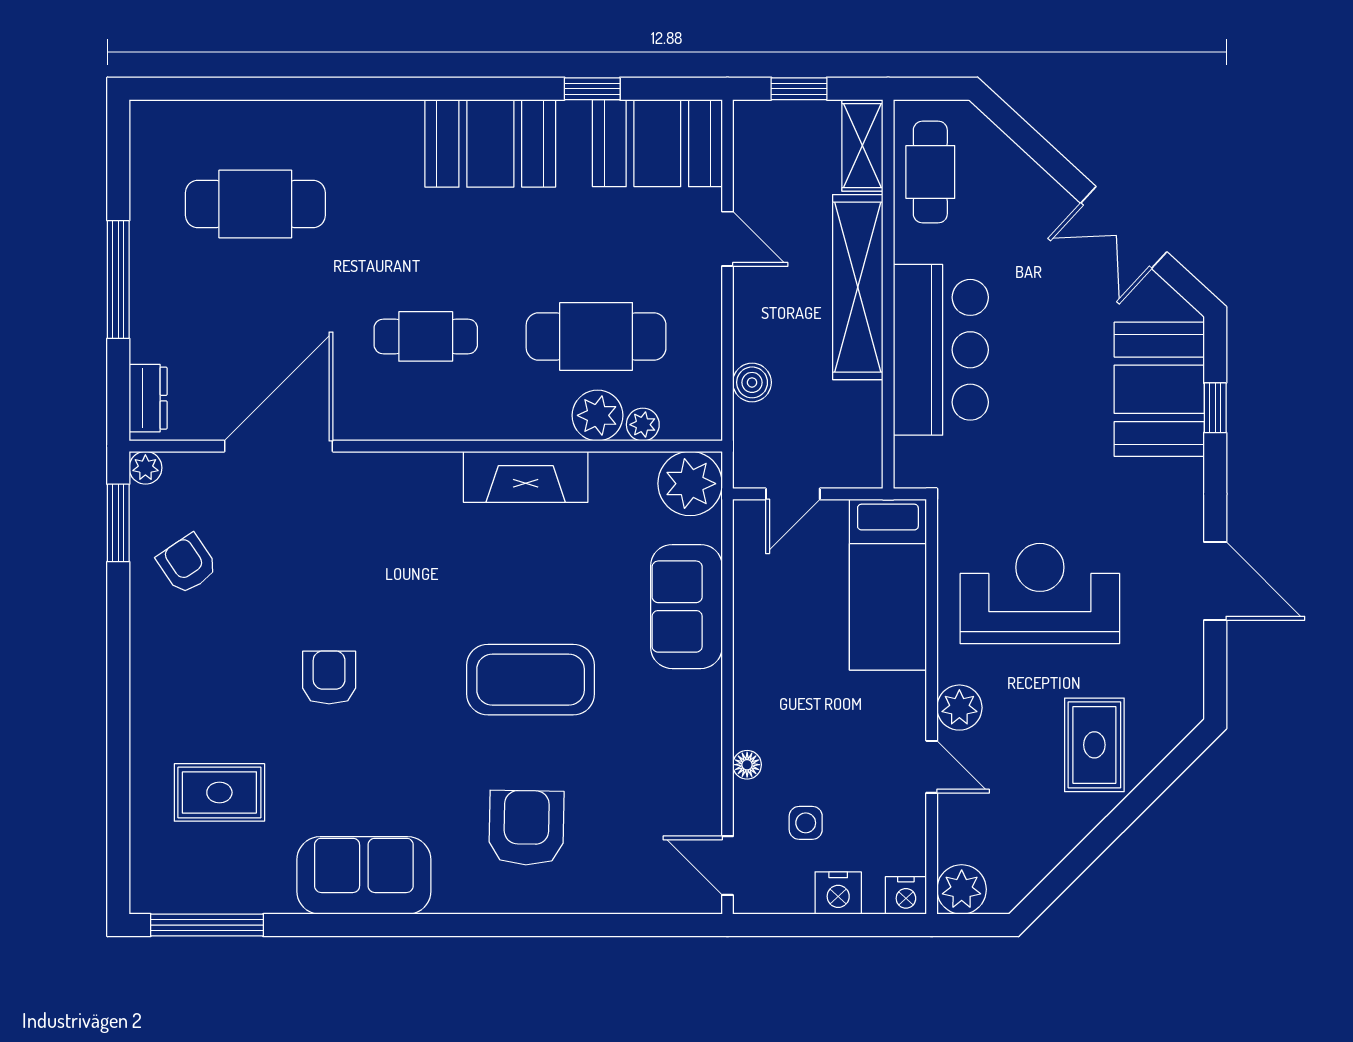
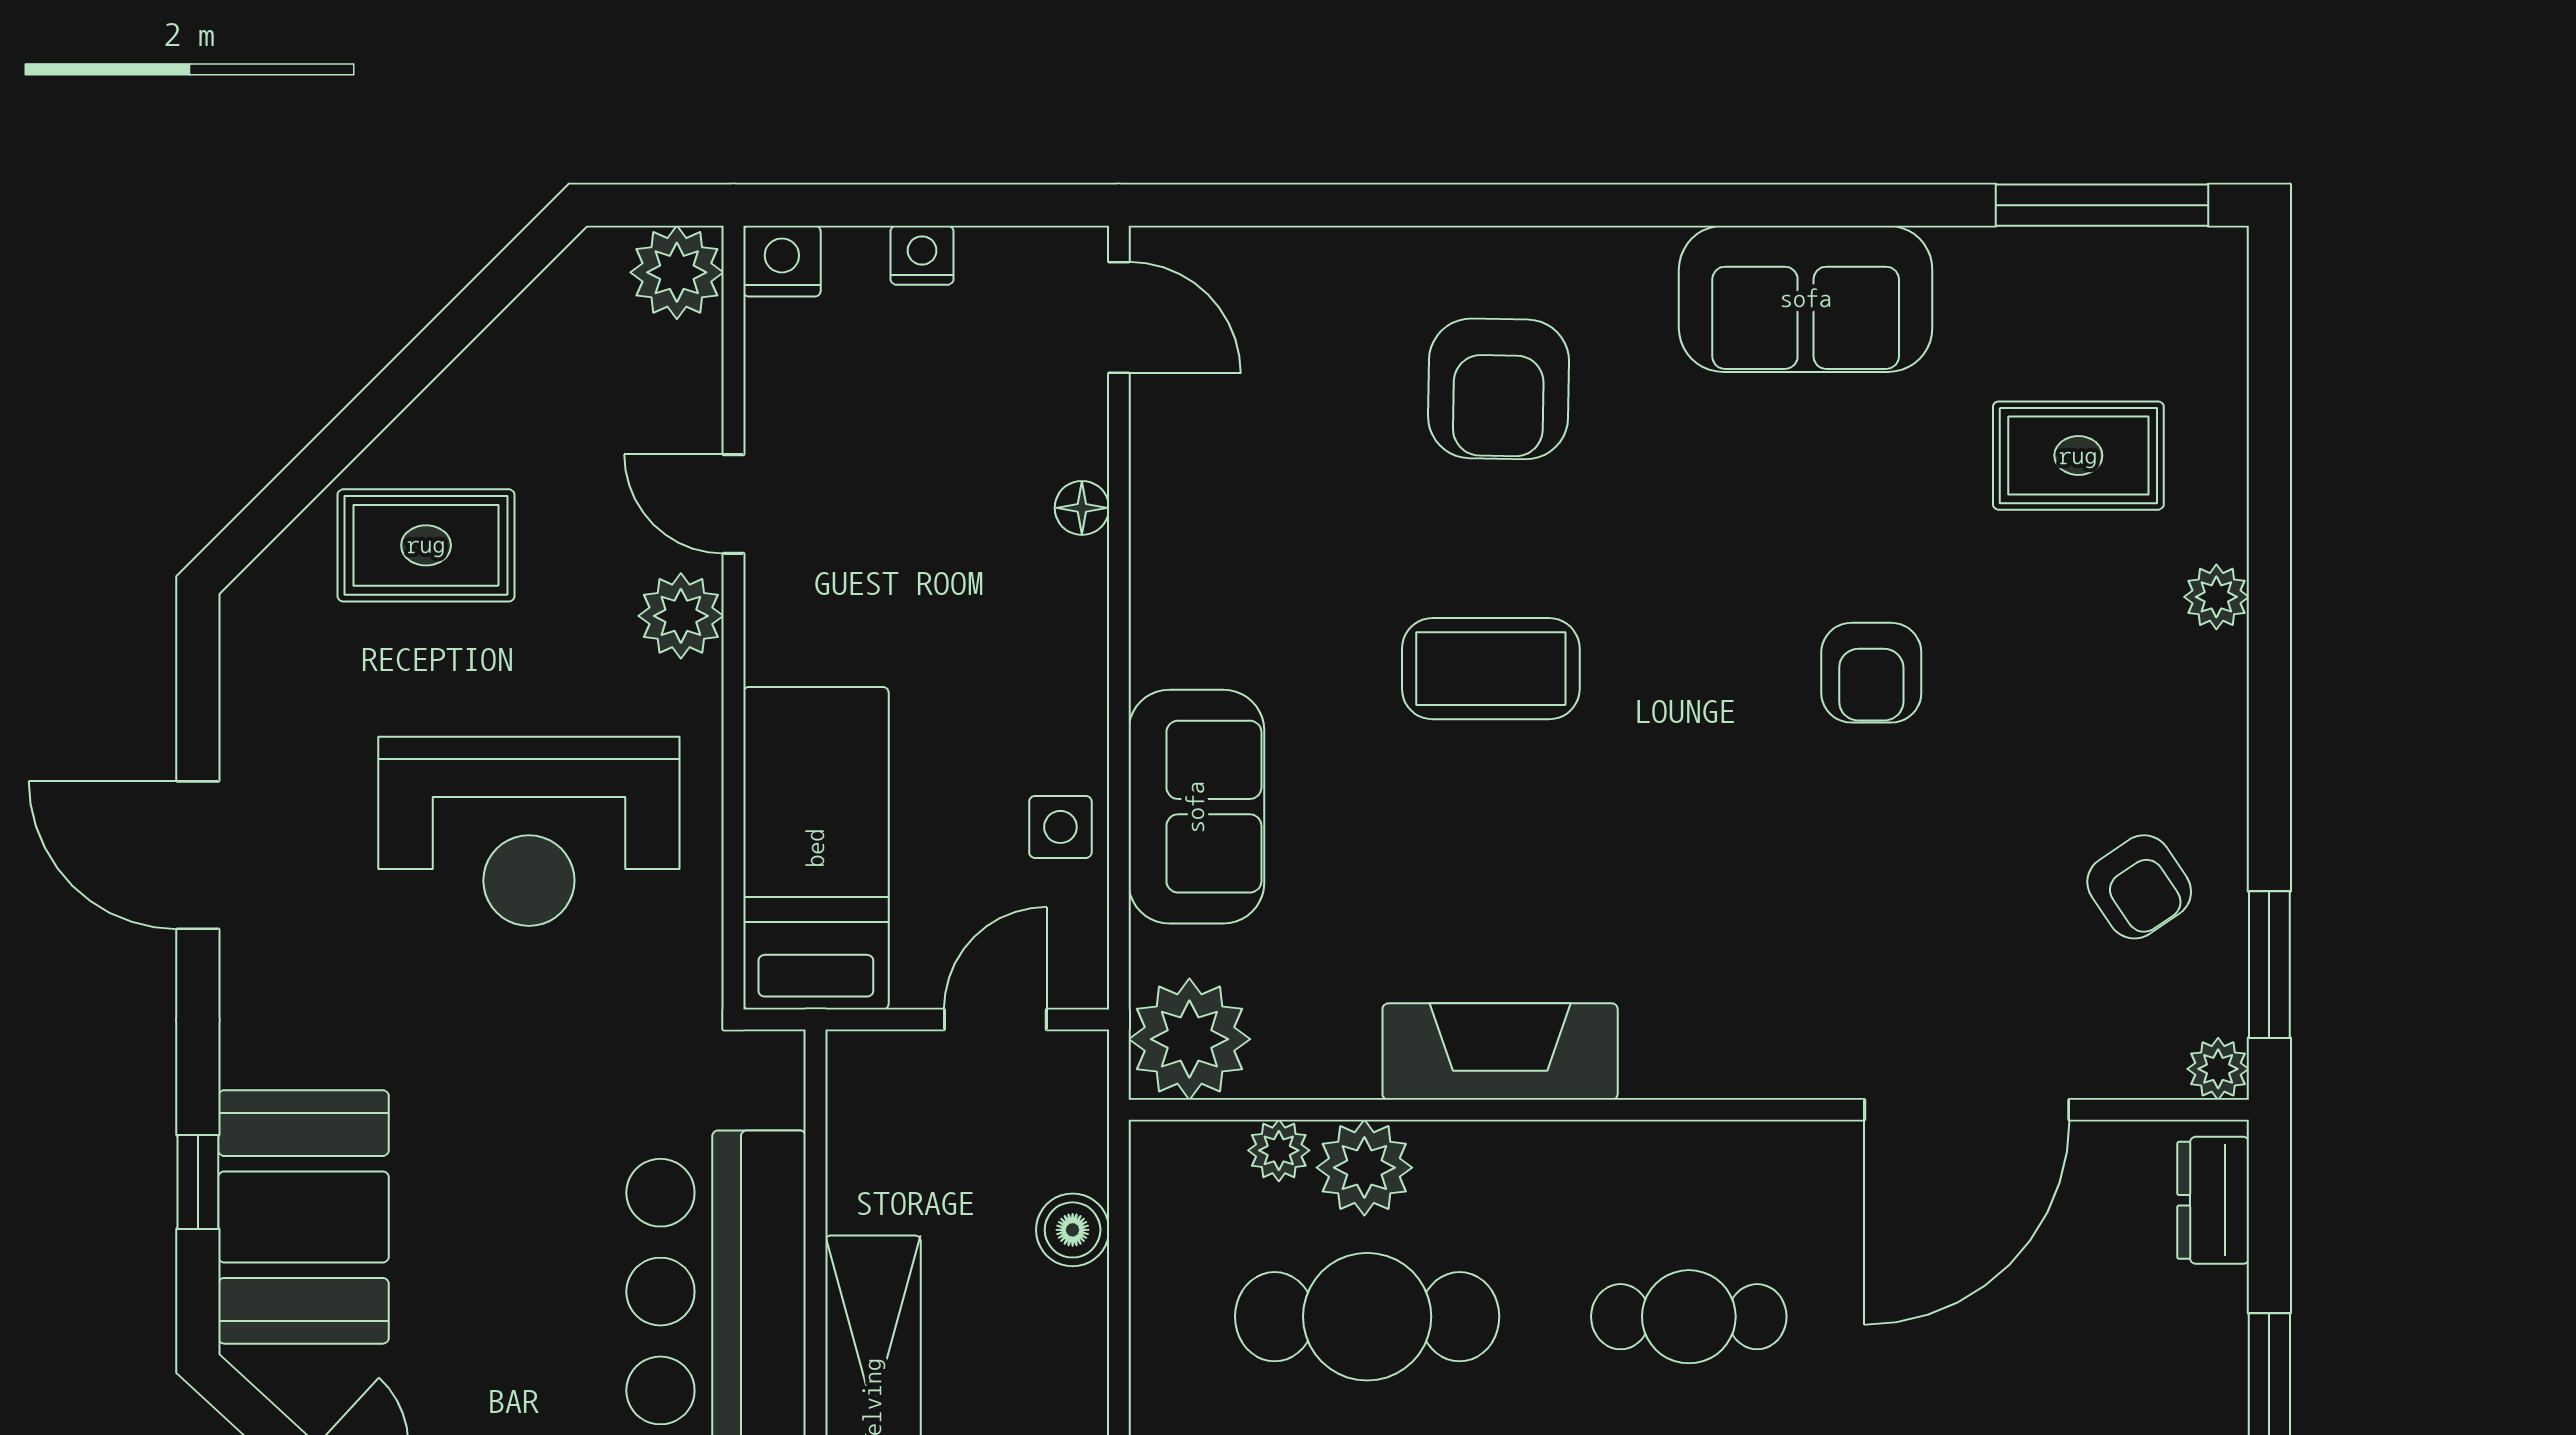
coffee table: (531, 680) -> (1491, 669), width x0.73, depth x0.76
plant: (146, 718) -> (2216, 597), added
rug: (1094, 745) -> (426, 545), turned 90
side table: (806, 823) -> (1060, 827), moved
nightstand: (838, 893) -> (922, 255), width x0.72, depth x0.74

